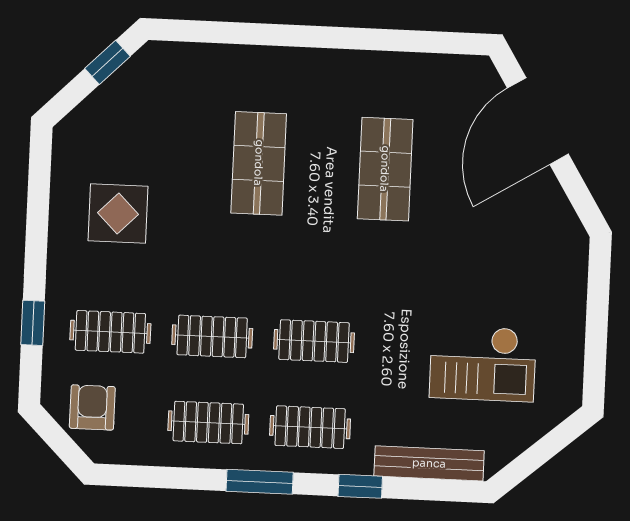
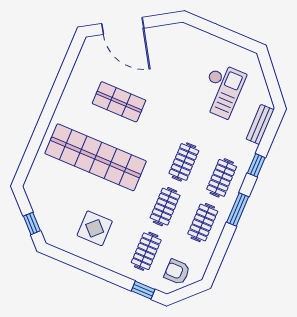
window: (107, 62) -> (32, 223), moved
shop shelf: (259, 163) -> (96, 157), width x2.00, depth x1.36
window: (33, 323) -> (143, 290), moved
bench: (429, 463) -> (260, 124), width x0.73

